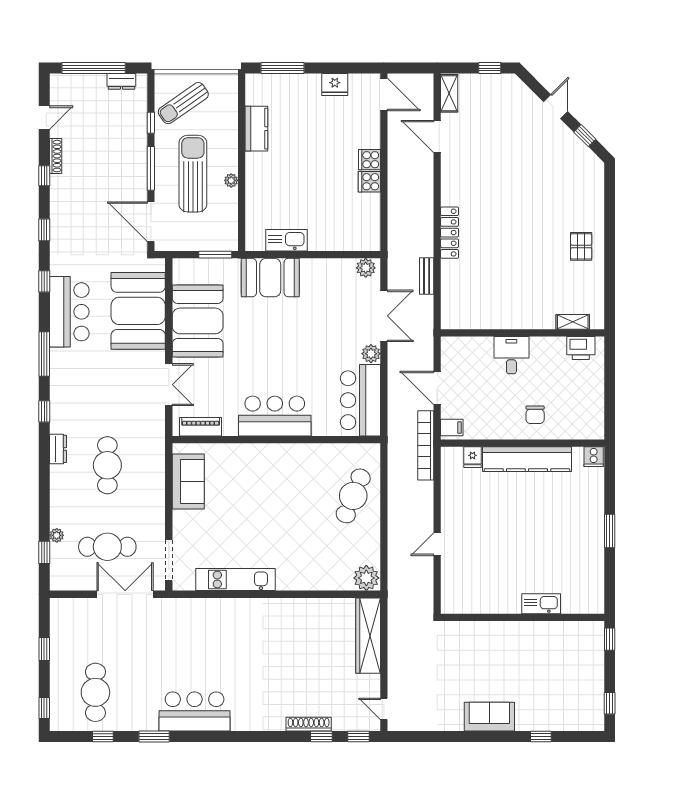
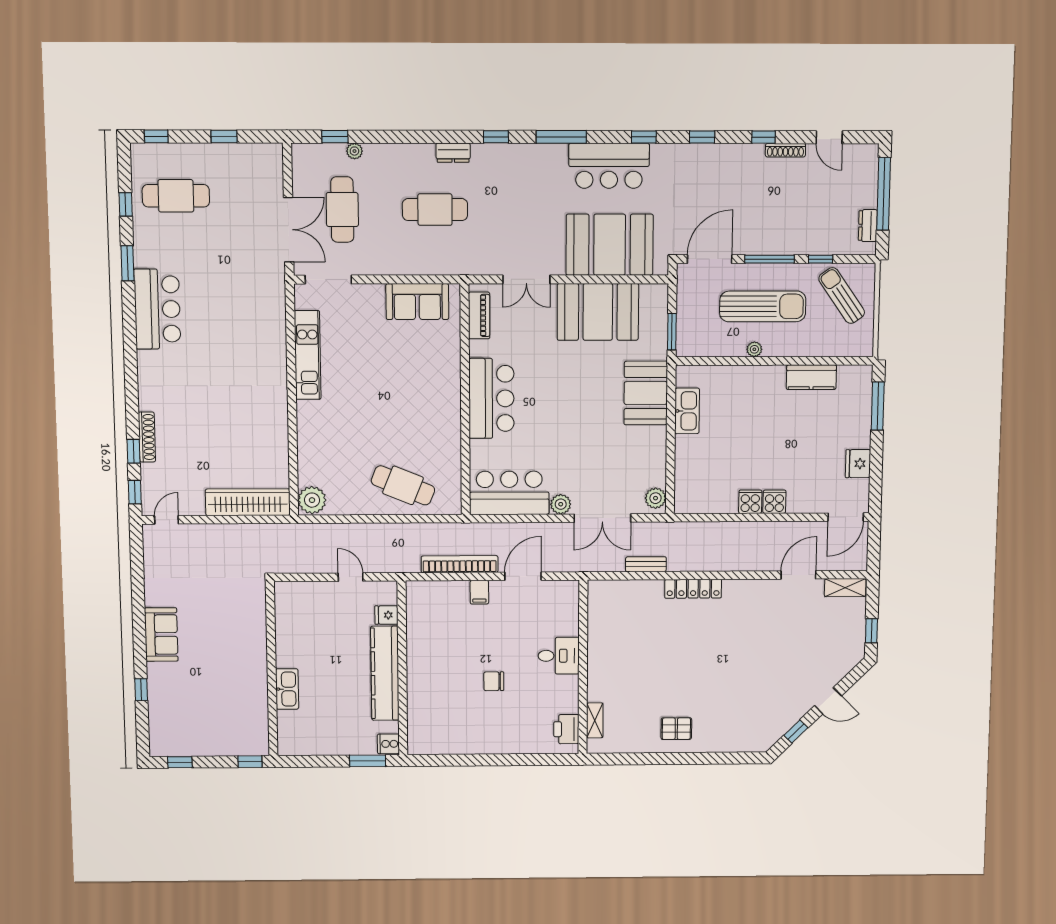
wall: (522, 443) -> (402, 668), moved
fridge: (472, 457) -> (386, 615), moved
cooker: (594, 457) -> (388, 744), moved
kitchen counter: (527, 459) -> (385, 673), moved

